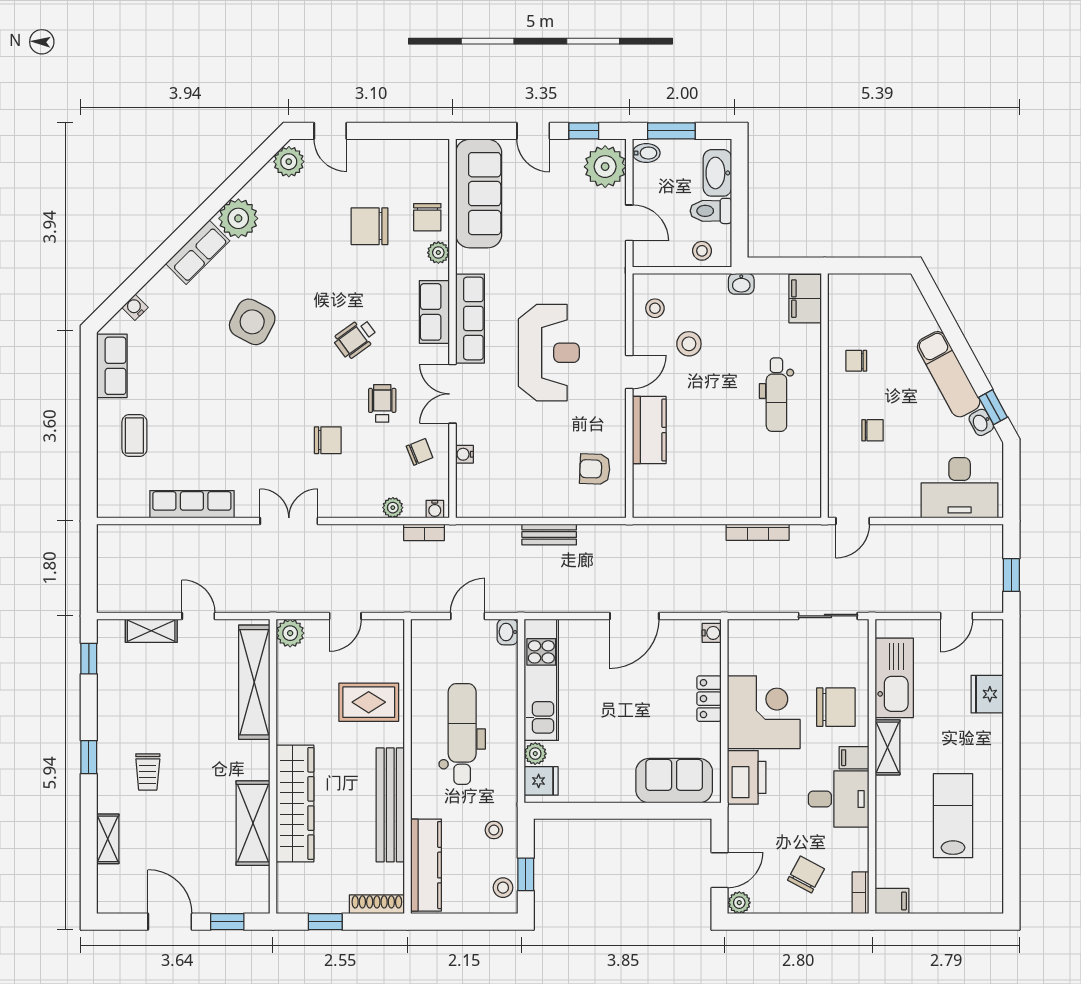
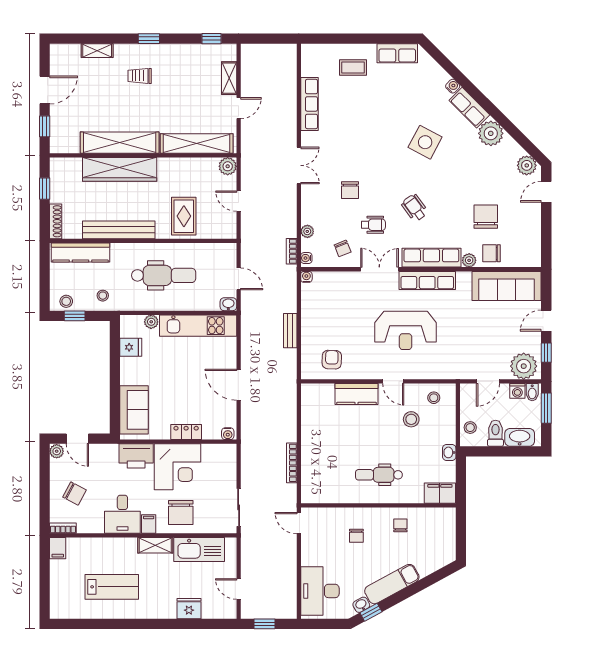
washing machine: (644, 176) -> (517, 391), added
water cooler: (135, 307) -> (453, 86), moved
row of seats: (434, 312) -> (431, 258), width x1.48
water cooler: (464, 454) -> (306, 277), moved
fridge: (541, 781) -> (131, 347), moved, turned -90
shelving: (253, 823) -> (120, 143), width x1.47

